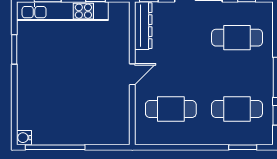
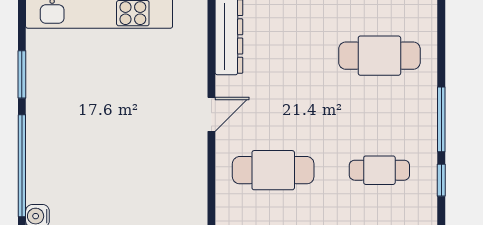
window: (14, 106) -> (22, 166), added
cafe table: (237, 109) -> (379, 170), width x0.73, depth x0.74

